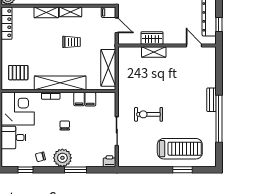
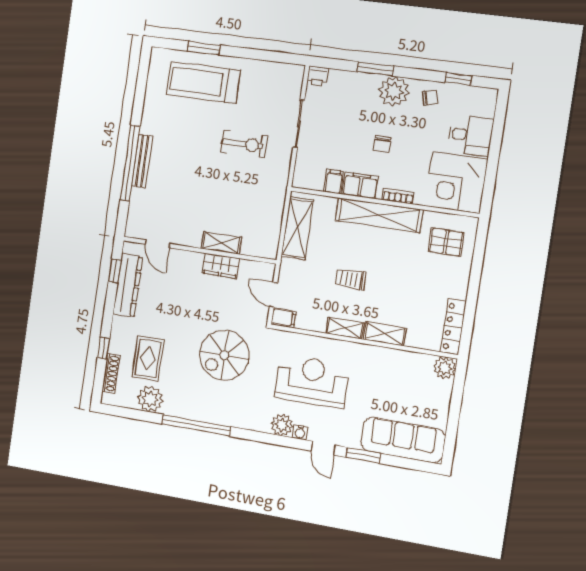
filing cabinet: (79, 99) -> (360, 185), width x2.00
bench: (211, 100) -> (142, 161), width x1.36
window: (219, 119) -> (130, 163), moved

